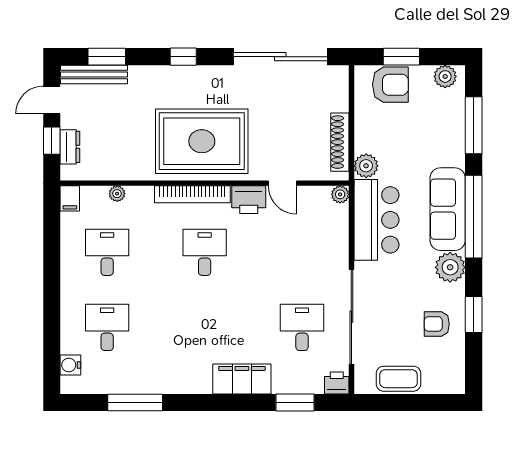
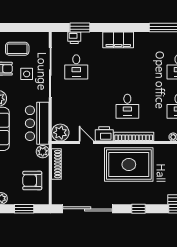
armchair: (390, 85) -> (32, 181), moved
plant: (340, 194) -> (60, 133), width x1.88, depth x1.88
side table: (397, 314) -> (27, 74), added
filing cabinet: (242, 379) -> (118, 40), moved
coffee table: (399, 379) -> (17, 49), moved
printer: (337, 383) -> (74, 38), moved

